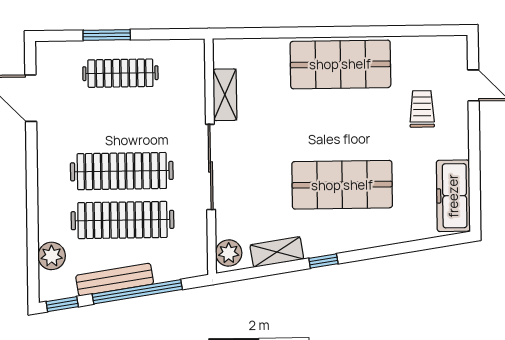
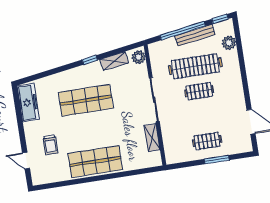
clothes rail: (120, 73) -> (207, 141), width x0.73
clothes rail: (122, 171) -> (199, 91), width x0.54, depth x0.76

